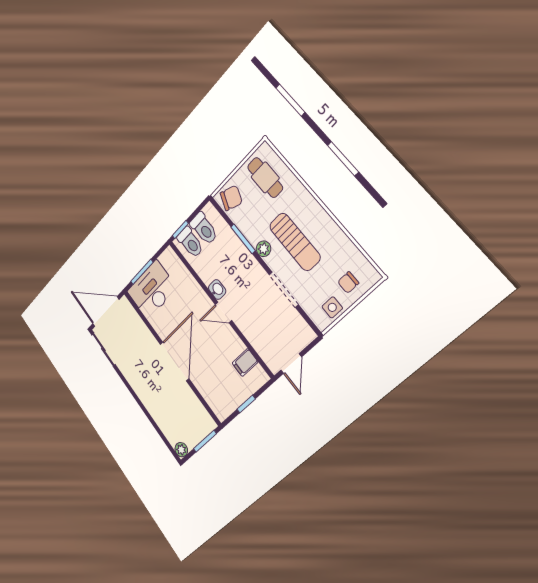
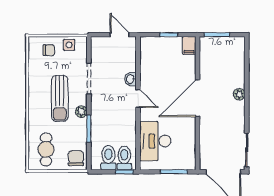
chair: (231, 198) -> (76, 158), turned 69
sun lounger: (295, 242) -> (60, 98), turned 180
desk: (152, 290) -> (155, 141), moved, turned 90
washbasin: (217, 290) -> (131, 79), moved
filing cabinet: (245, 363) -> (189, 45), moved, turned 90
door: (291, 364) -> (120, 35), hinge flipped
plant: (181, 450) -> (239, 94), moved

